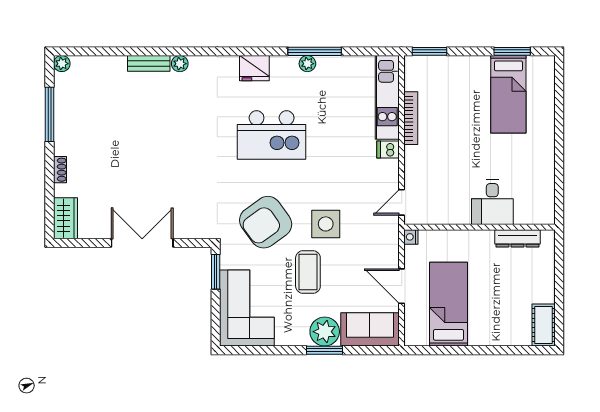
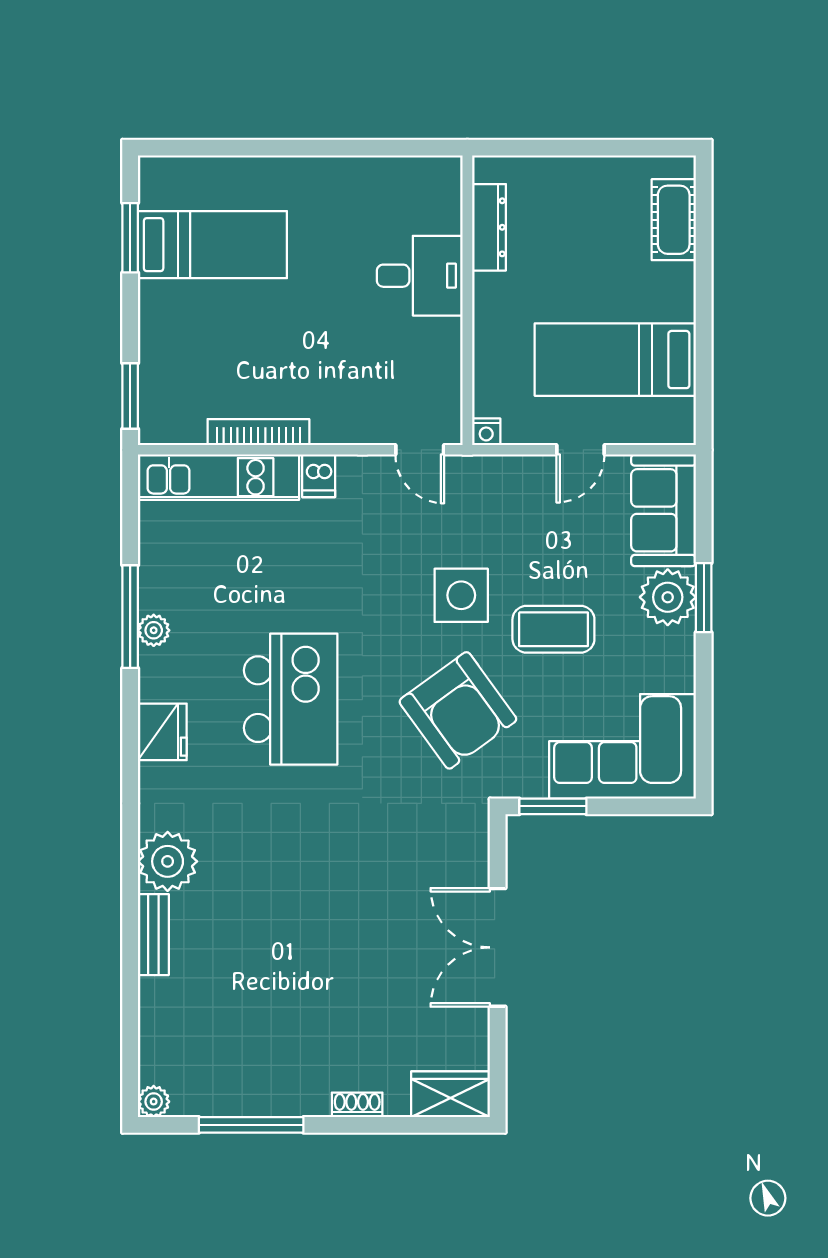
plant: (180, 64) -> (168, 861), width x1.88, depth x1.88
door: (402, 286) -> (581, 450), width x0.73
cot: (544, 325) -> (674, 220), moved, turned 90

